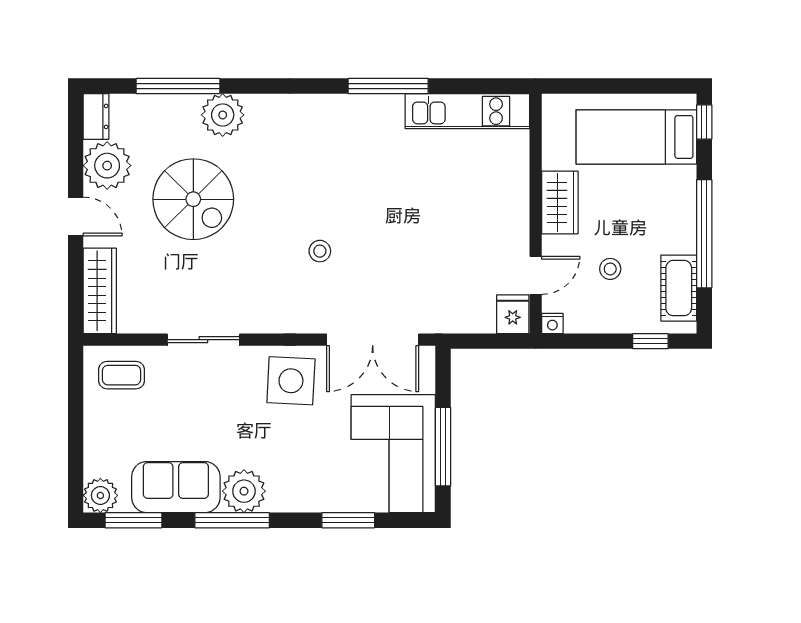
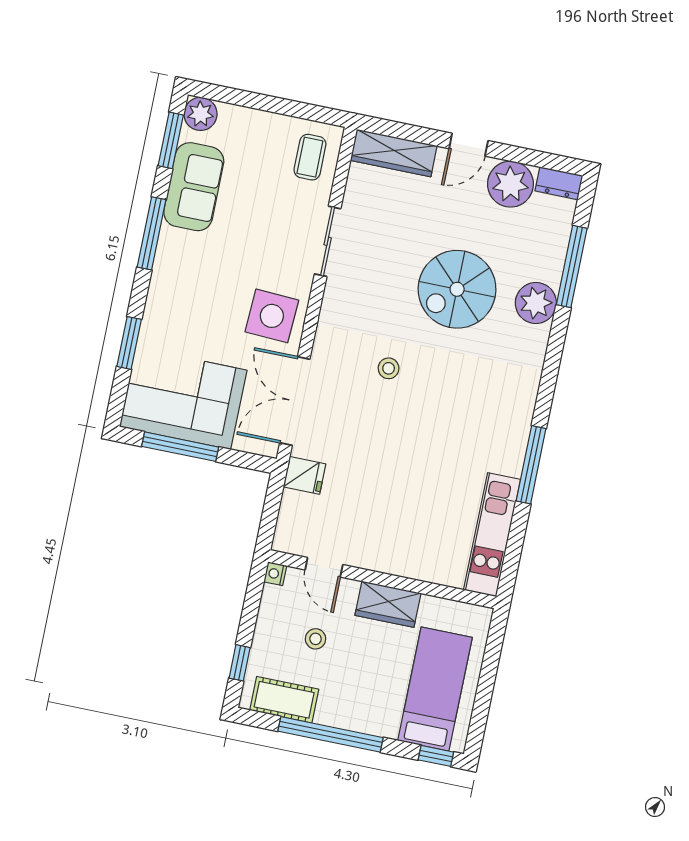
spiral stairs: (193, 199) -> (457, 289), moved
fridge: (513, 314) -> (304, 475), moved
plant: (244, 491) -> (177, 250), removed

